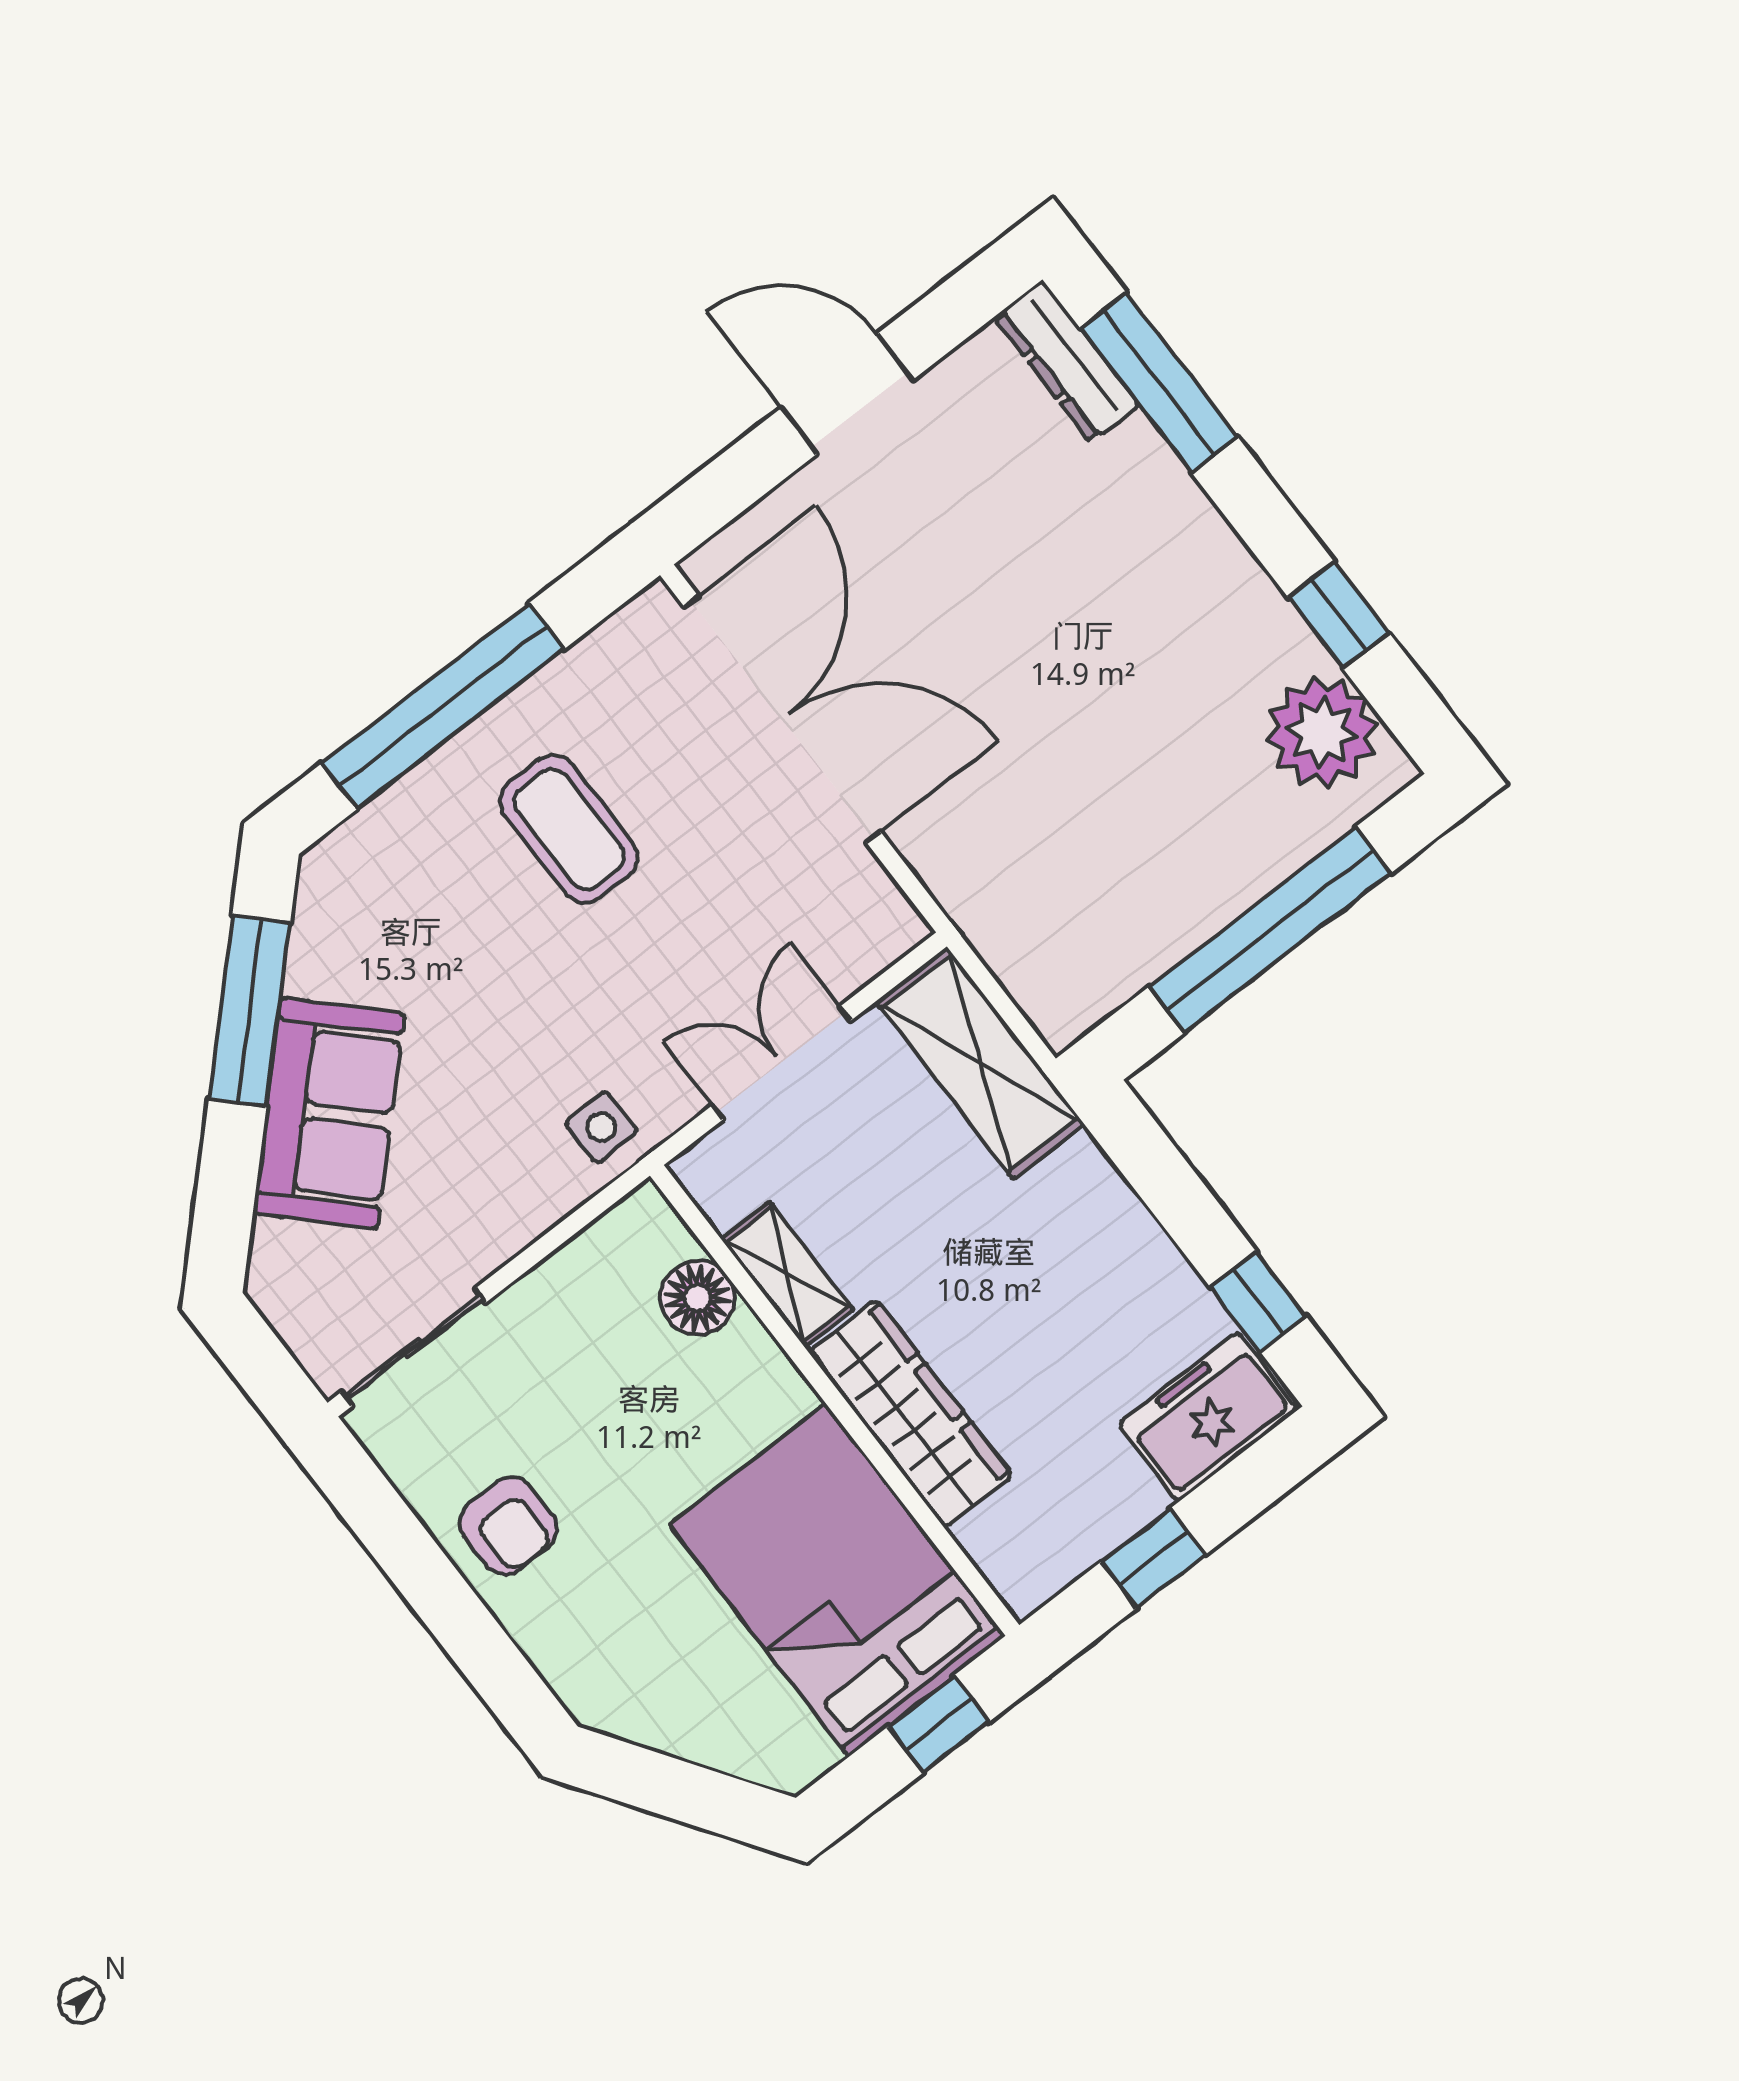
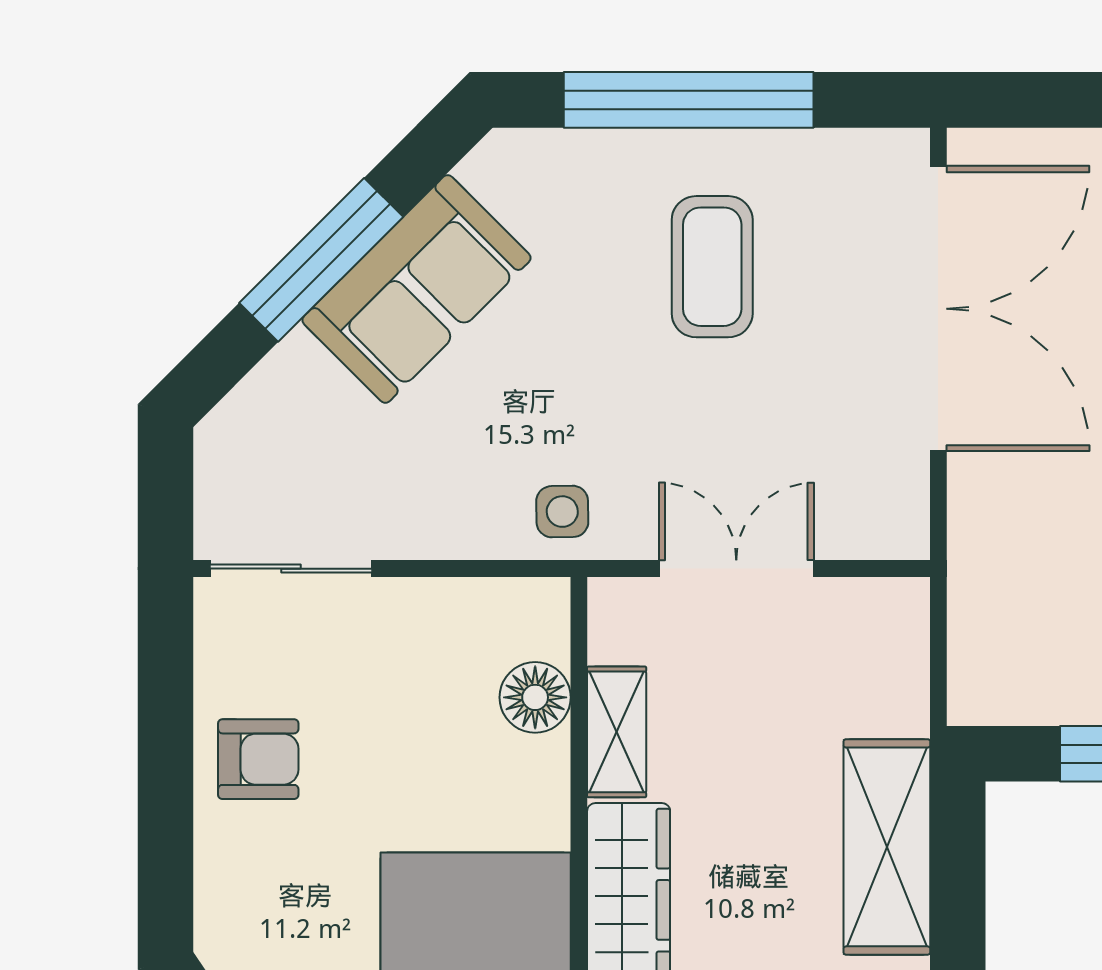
window: (249, 1011) -> (321, 260), moved
shelving: (980, 1063) -> (887, 847), moved
sofa: (329, 1113) -> (417, 289), moved
armchair: (508, 1526) -> (258, 759), turned -90

